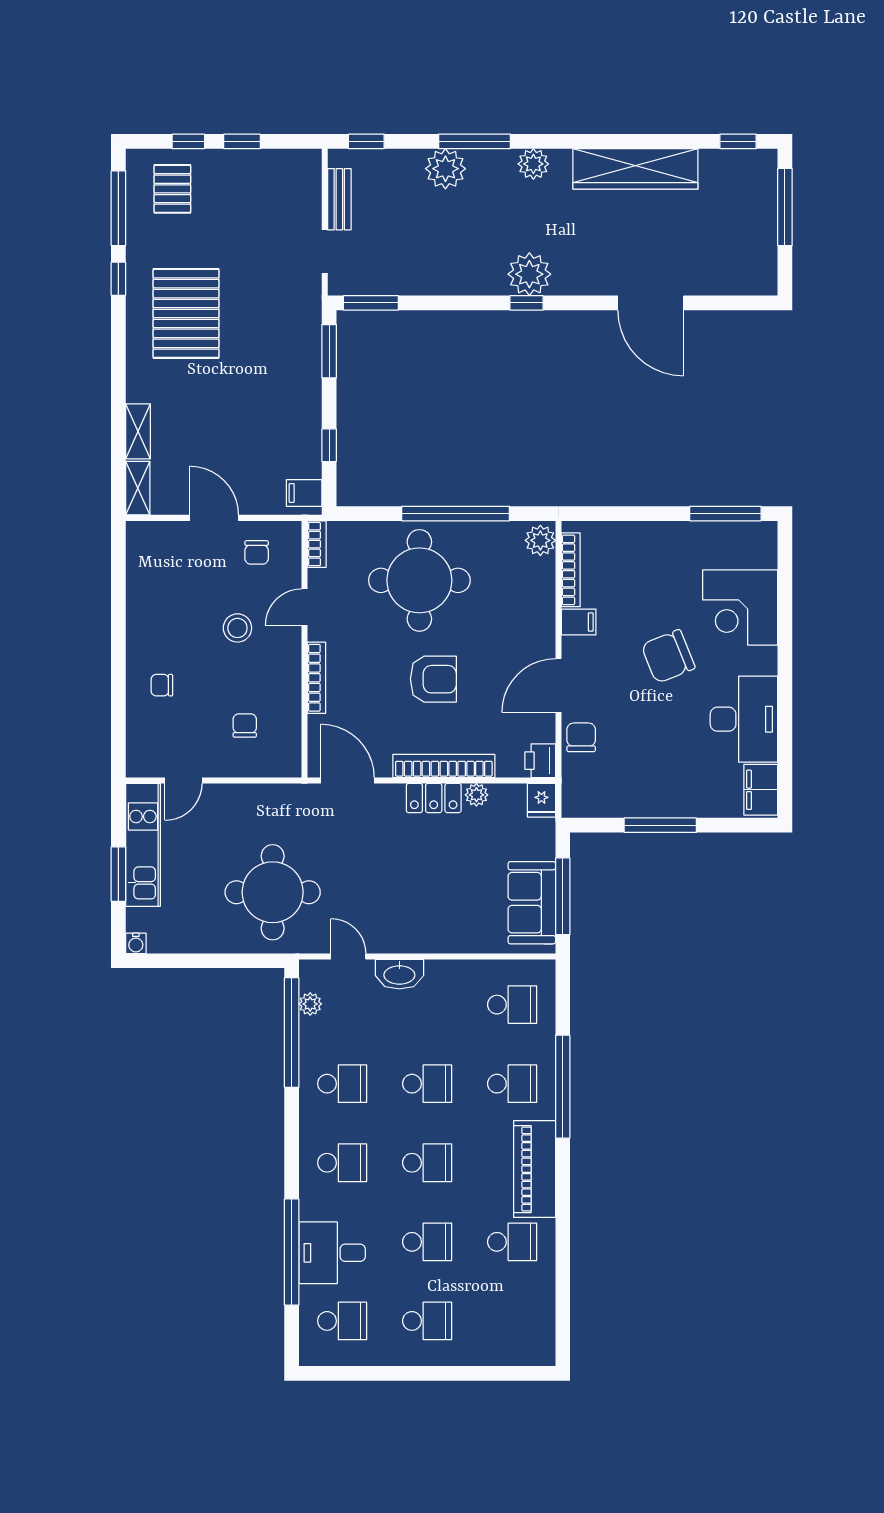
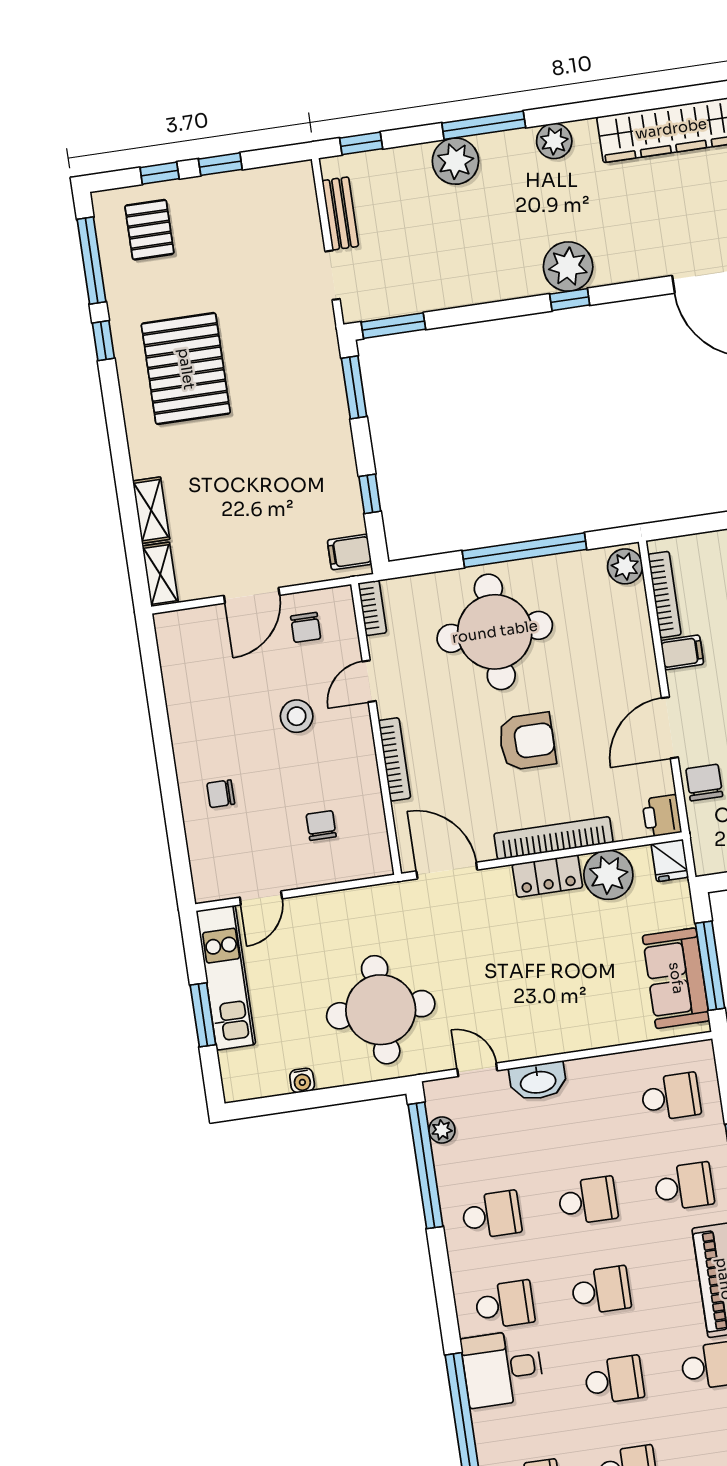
door: (214, 518) -> (252, 595), swing flipped
plant: (476, 795) -> (608, 875), width x1.87, depth x1.87
water cooler: (136, 943) -> (302, 1080), moved
desk: (332, 1253) -> (502, 1368), moved

